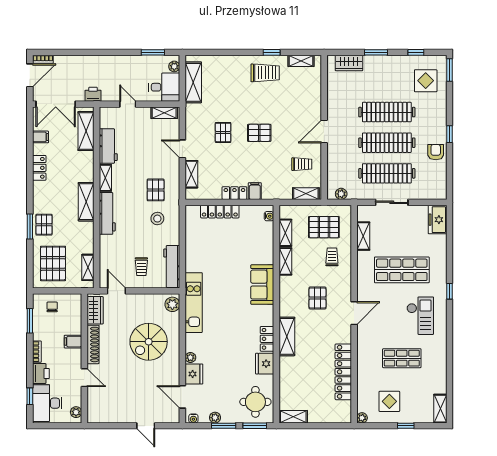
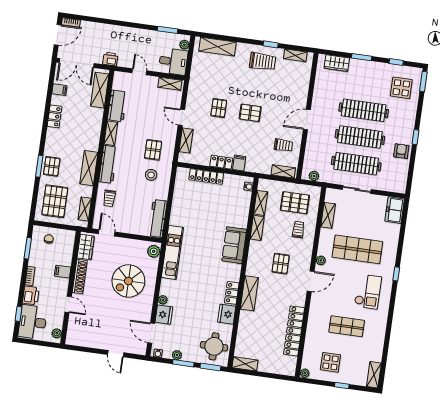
shelving: (193, 82) -> (217, 47), moved, turned 90
shelving: (86, 202) -> (89, 168), moved
trolley: (141, 267) -> (109, 198), moved
plant: (362, 288) -> (321, 260), added

